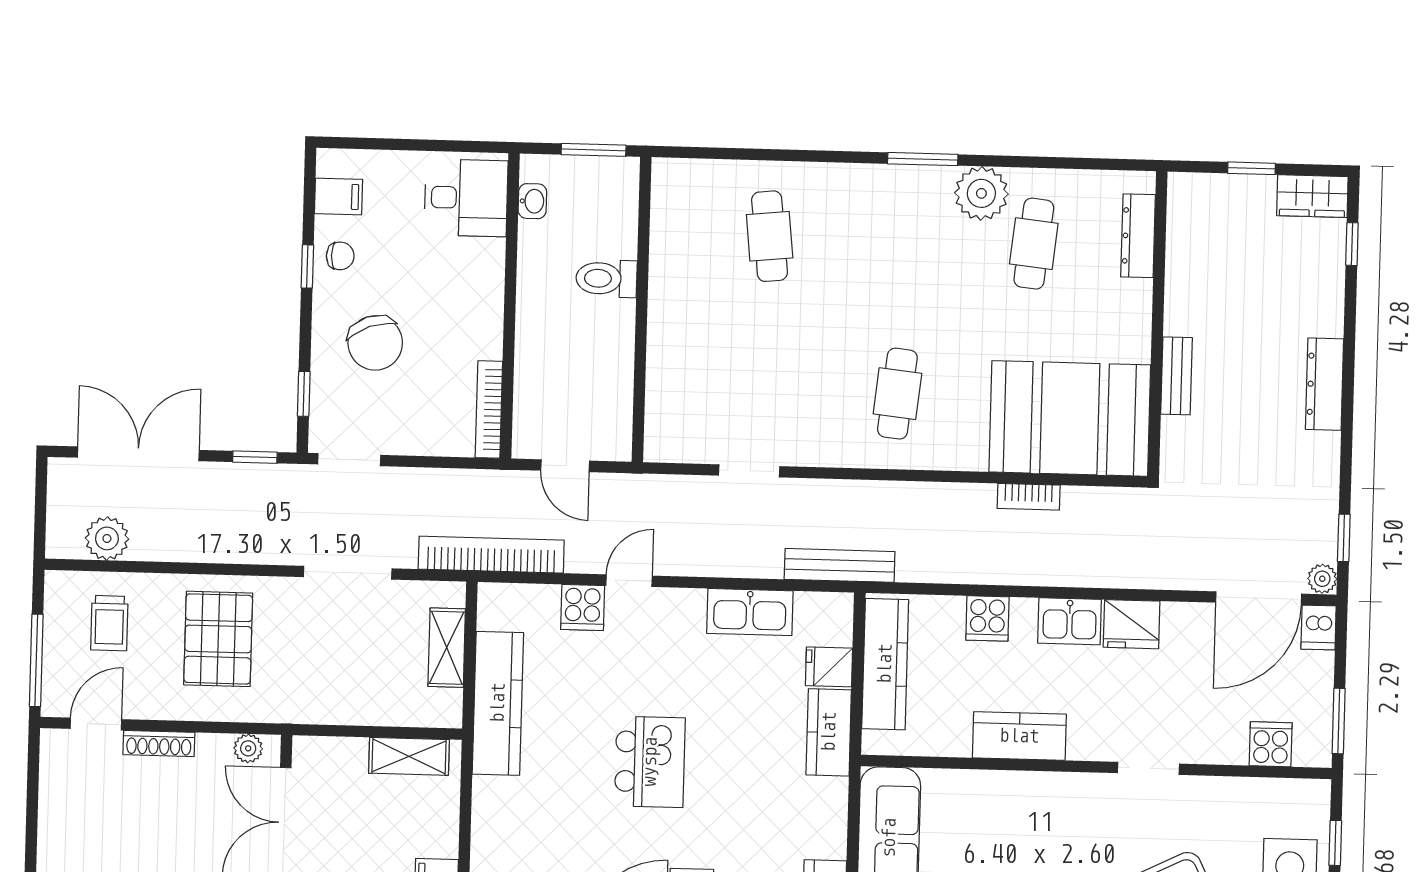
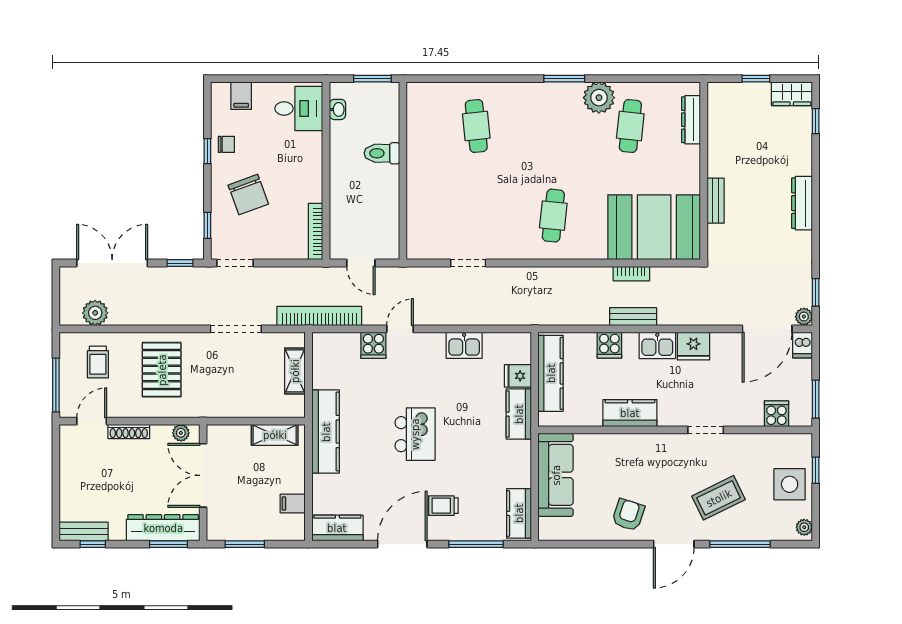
filing cabinet: (339, 197) -> (241, 96), moved, turned 90
bench: (840, 565) -> (633, 317), moved, width x0.73
kitchen sink: (750, 612) -> (464, 345), width x0.73
kitchen counter: (498, 703) -> (326, 432), moved

